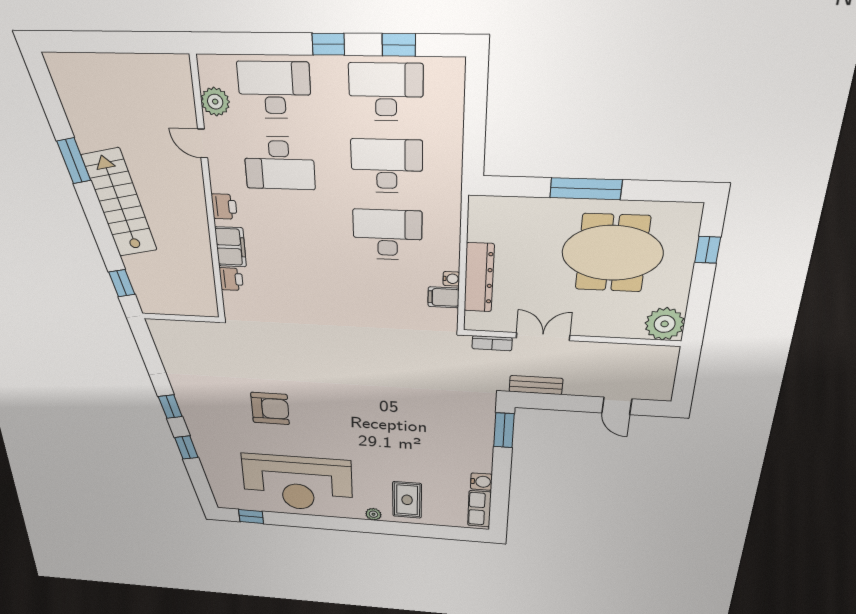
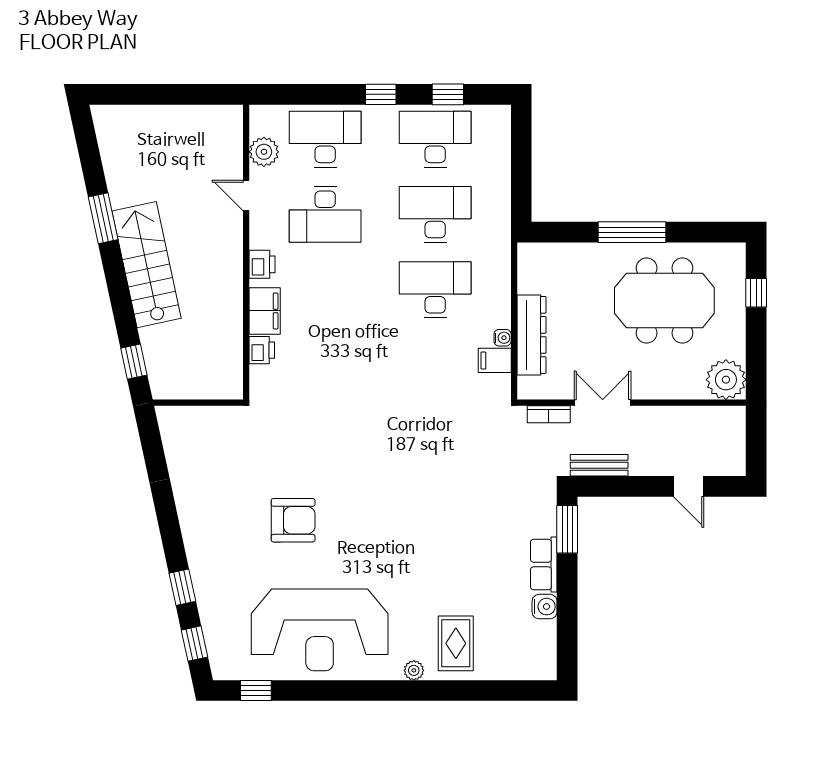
window: (170, 407) -> (195, 644), moved
row of seats: (479, 509) -> (544, 565), moved

